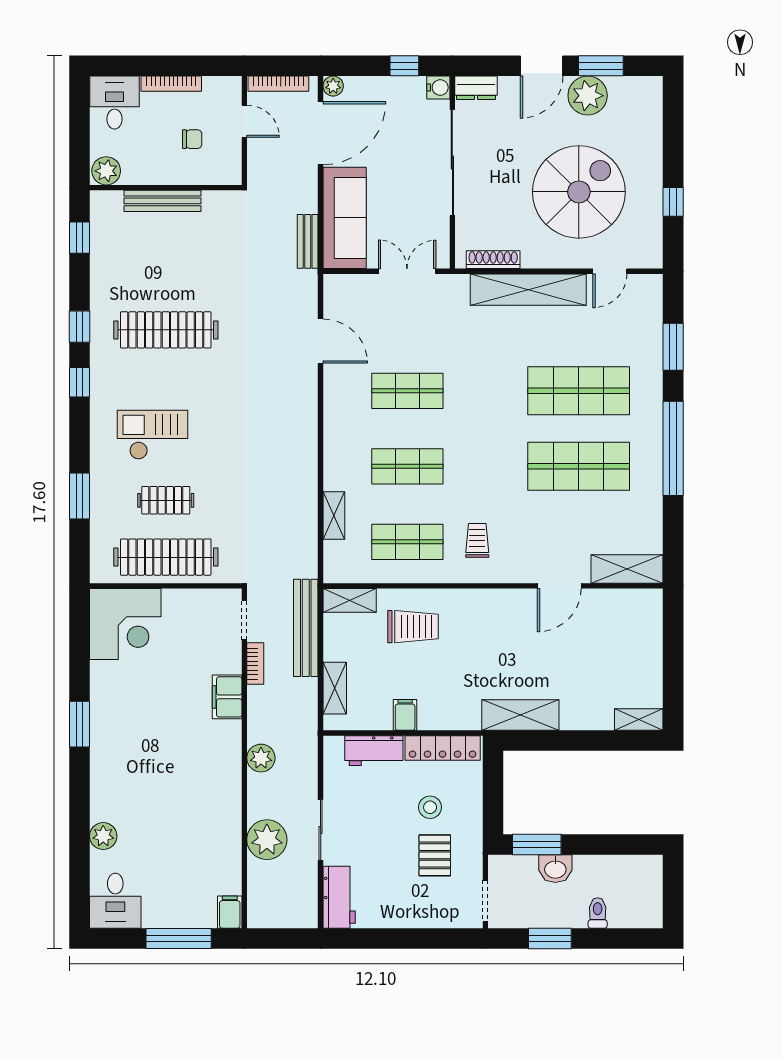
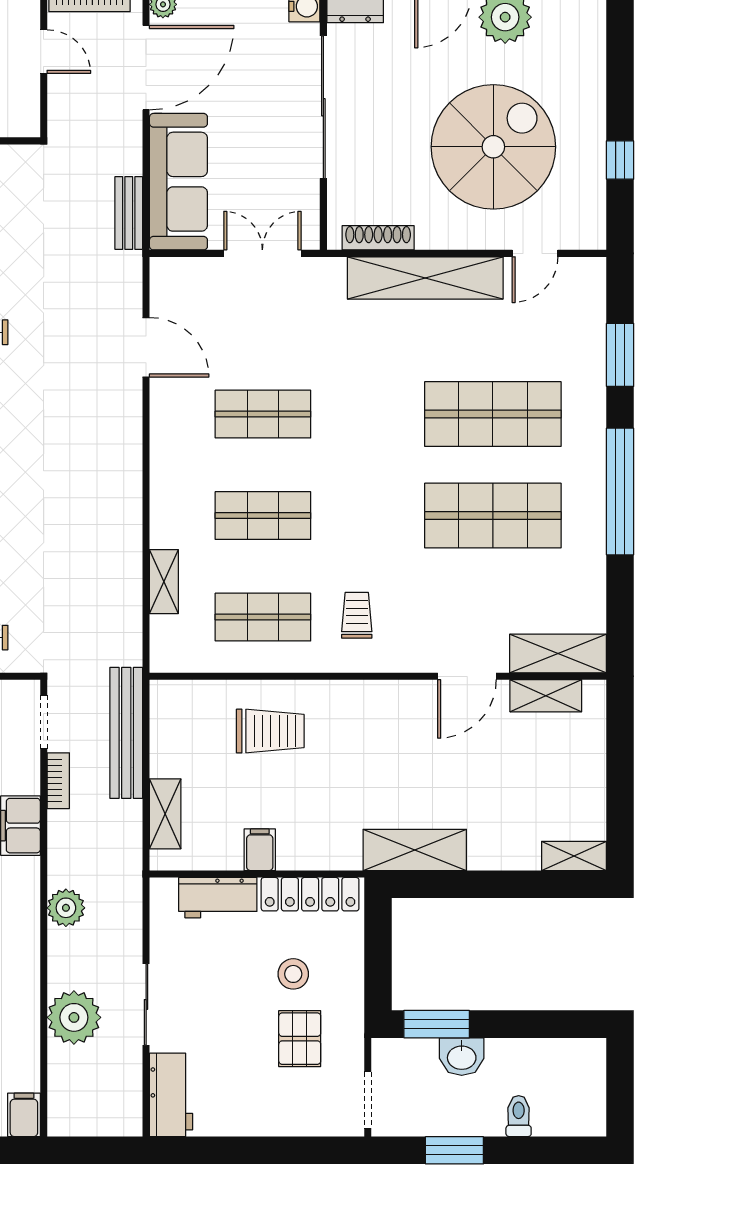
shelving: (350, 600) -> (546, 696), moved

